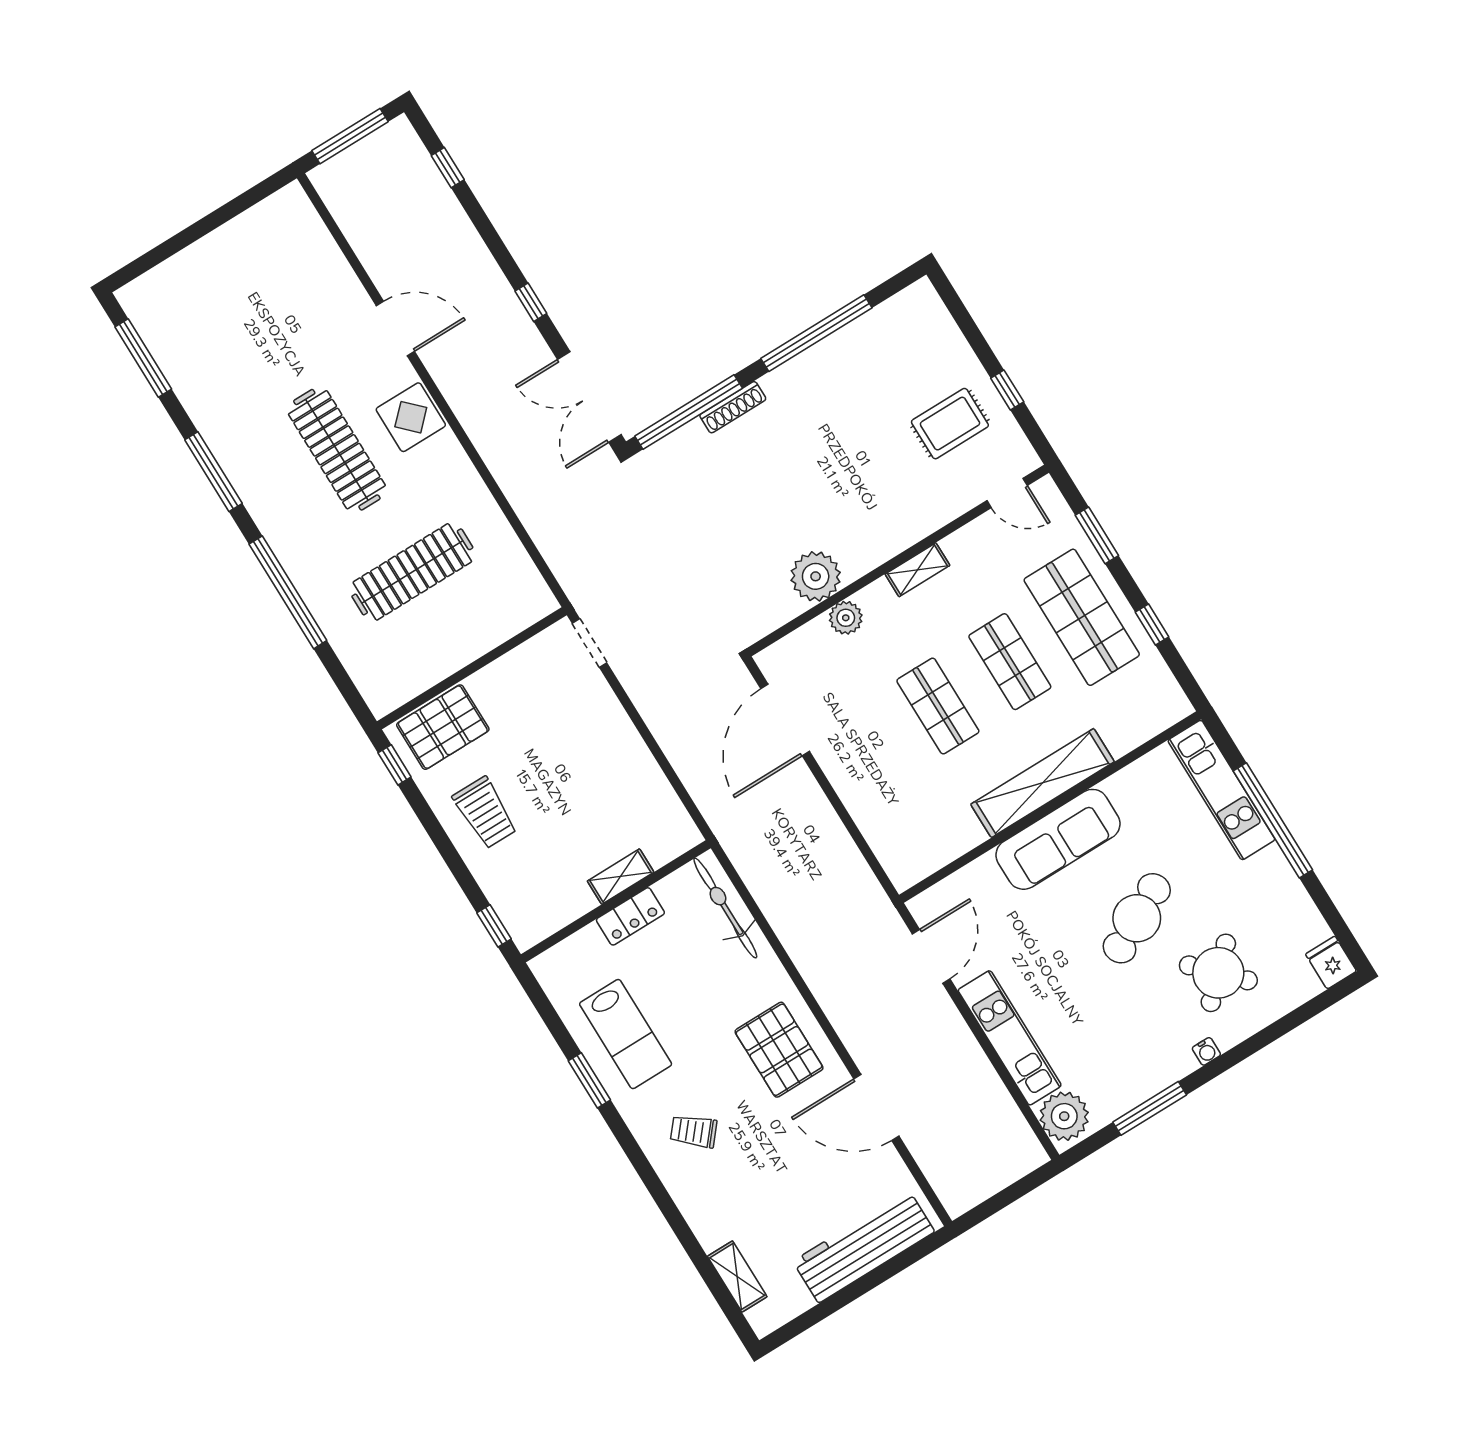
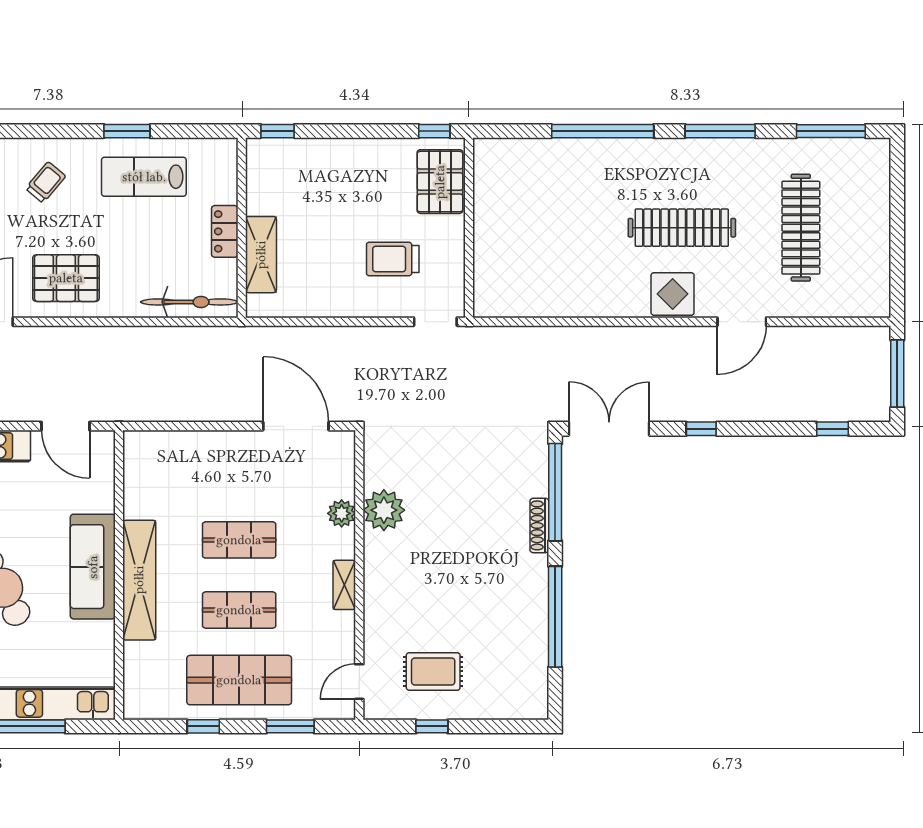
rug: (950, 424) -> (433, 671), turned 90
clothes rail: (412, 572) -> (801, 228), moved
trolley: (485, 813) -> (393, 259), moved
shelving: (621, 877) -> (261, 255), width x1.50, depth x1.33

